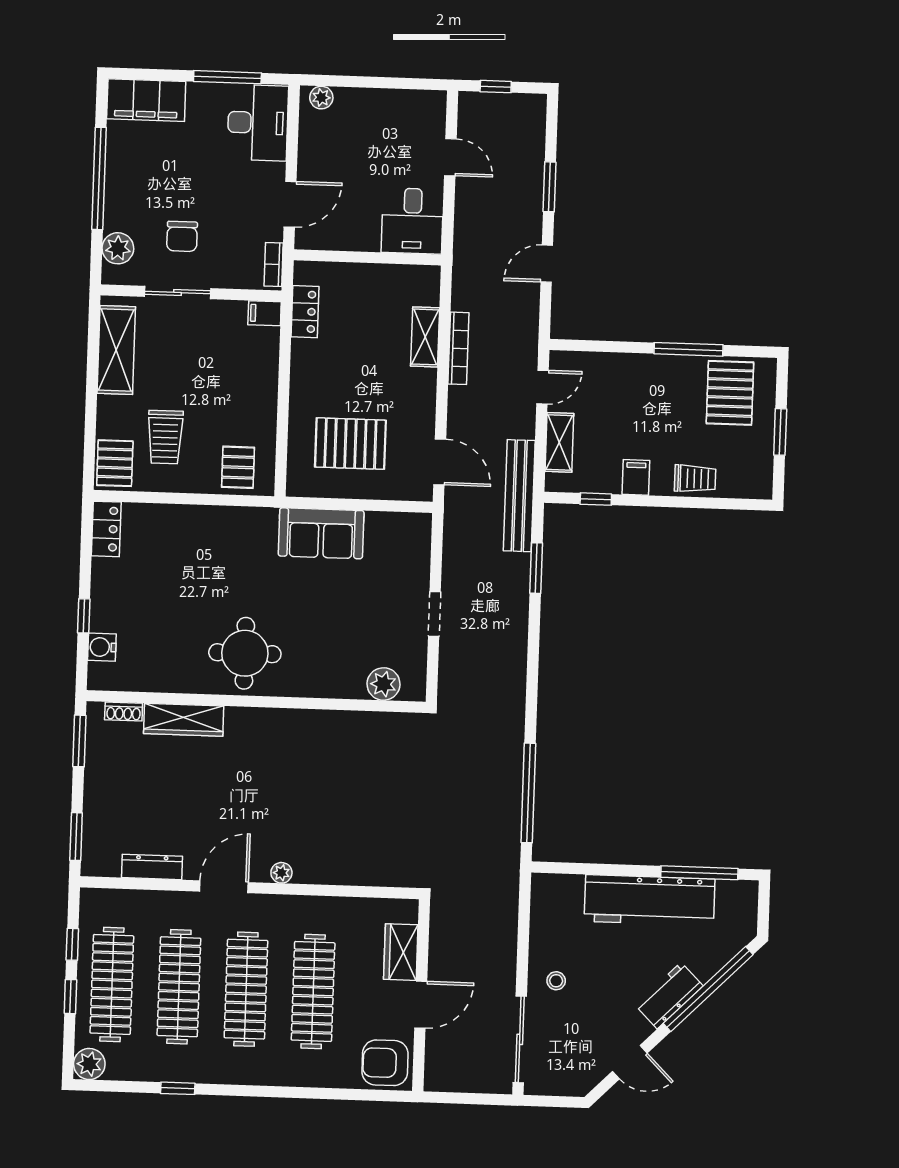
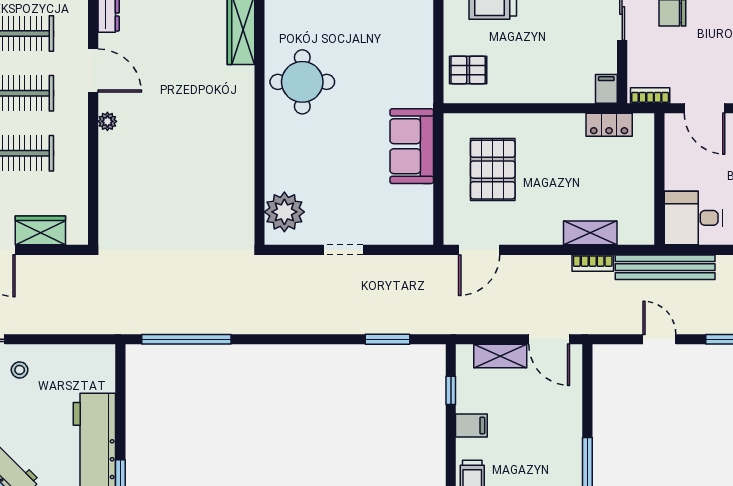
bookcase: (458, 348) -> (593, 263), width x0.64
door: (542, 387) -> (549, 339), width x1.38
bench: (519, 496) -> (665, 267), moved
plant: (384, 684) -> (284, 212), width x1.36, depth x1.36

